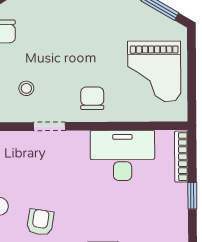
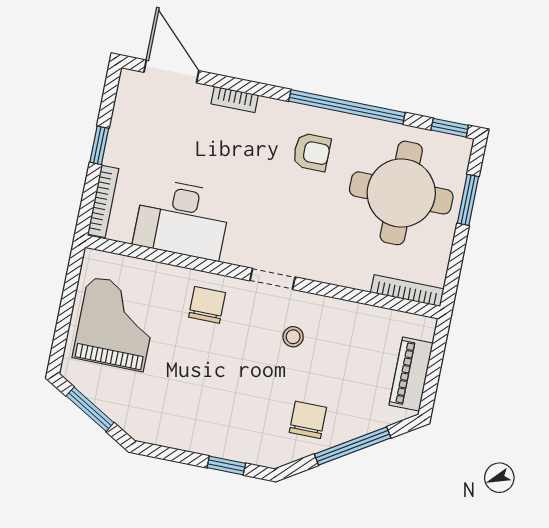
chair: (92, 98) -> (207, 305), turned 180
armchair: (40, 222) -> (312, 152), turned -99

